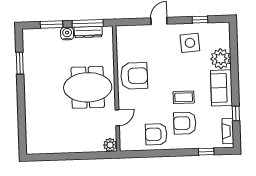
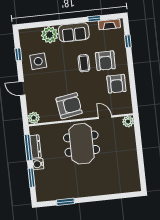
plant: (123, 32) -> (34, 118), added
armchair: (134, 76) -> (69, 106), turned 81

